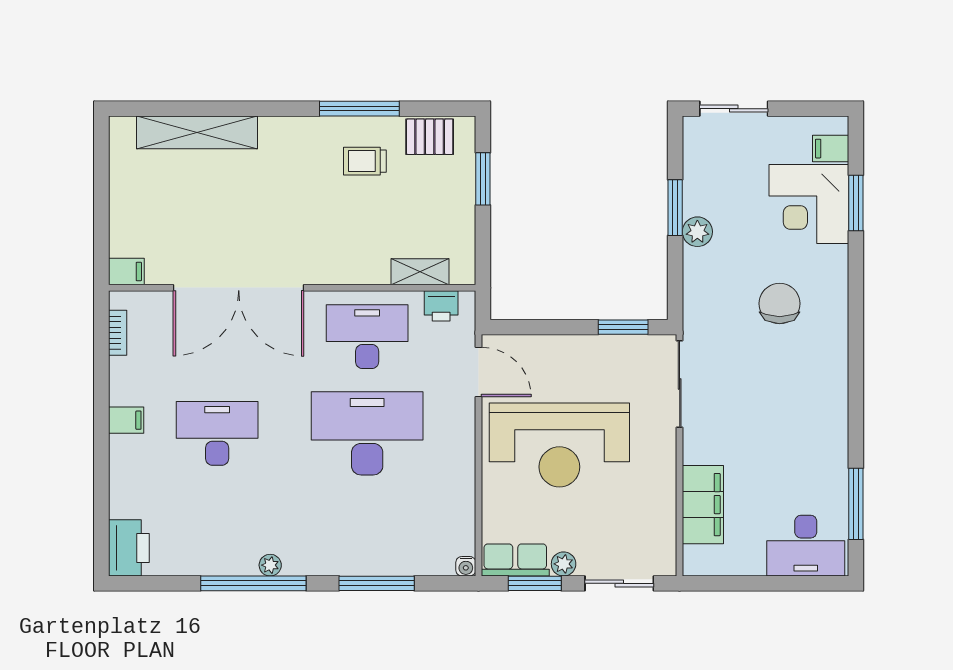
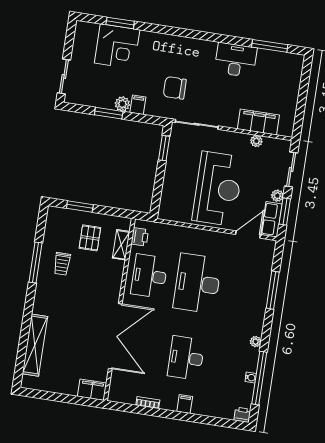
pallet: (430, 137) -> (90, 238), moved
filing cabinet: (831, 149) -> (138, 105), moved, turned 180
filing cabinet: (126, 271) -> (92, 390), width x2.00
chair: (780, 304) -> (175, 88), moved
bookcase: (118, 333) -> (148, 403), moved
door: (479, 372) -> (248, 234), moved
filing cabinet: (126, 420) -> (185, 404), moved
plant: (665, 506) -> (256, 141), added
desk: (806, 546) -> (236, 60), moved, turned -90
printer: (129, 548) -> (242, 415), width x0.53, depth x0.68
water cooler: (466, 566) -> (251, 378), moved
window: (253, 583) -> (259, 378), moved

